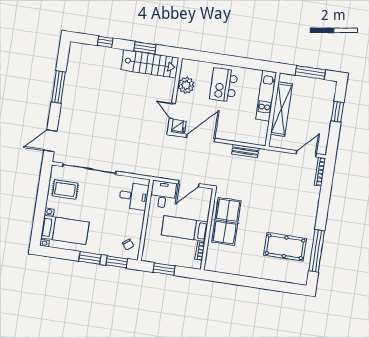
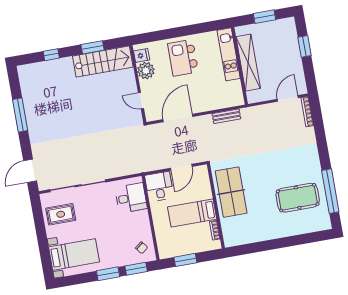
window: (310, 72) -> (265, 17), width x0.69
fridge: (179, 126) -> (142, 55), moved

